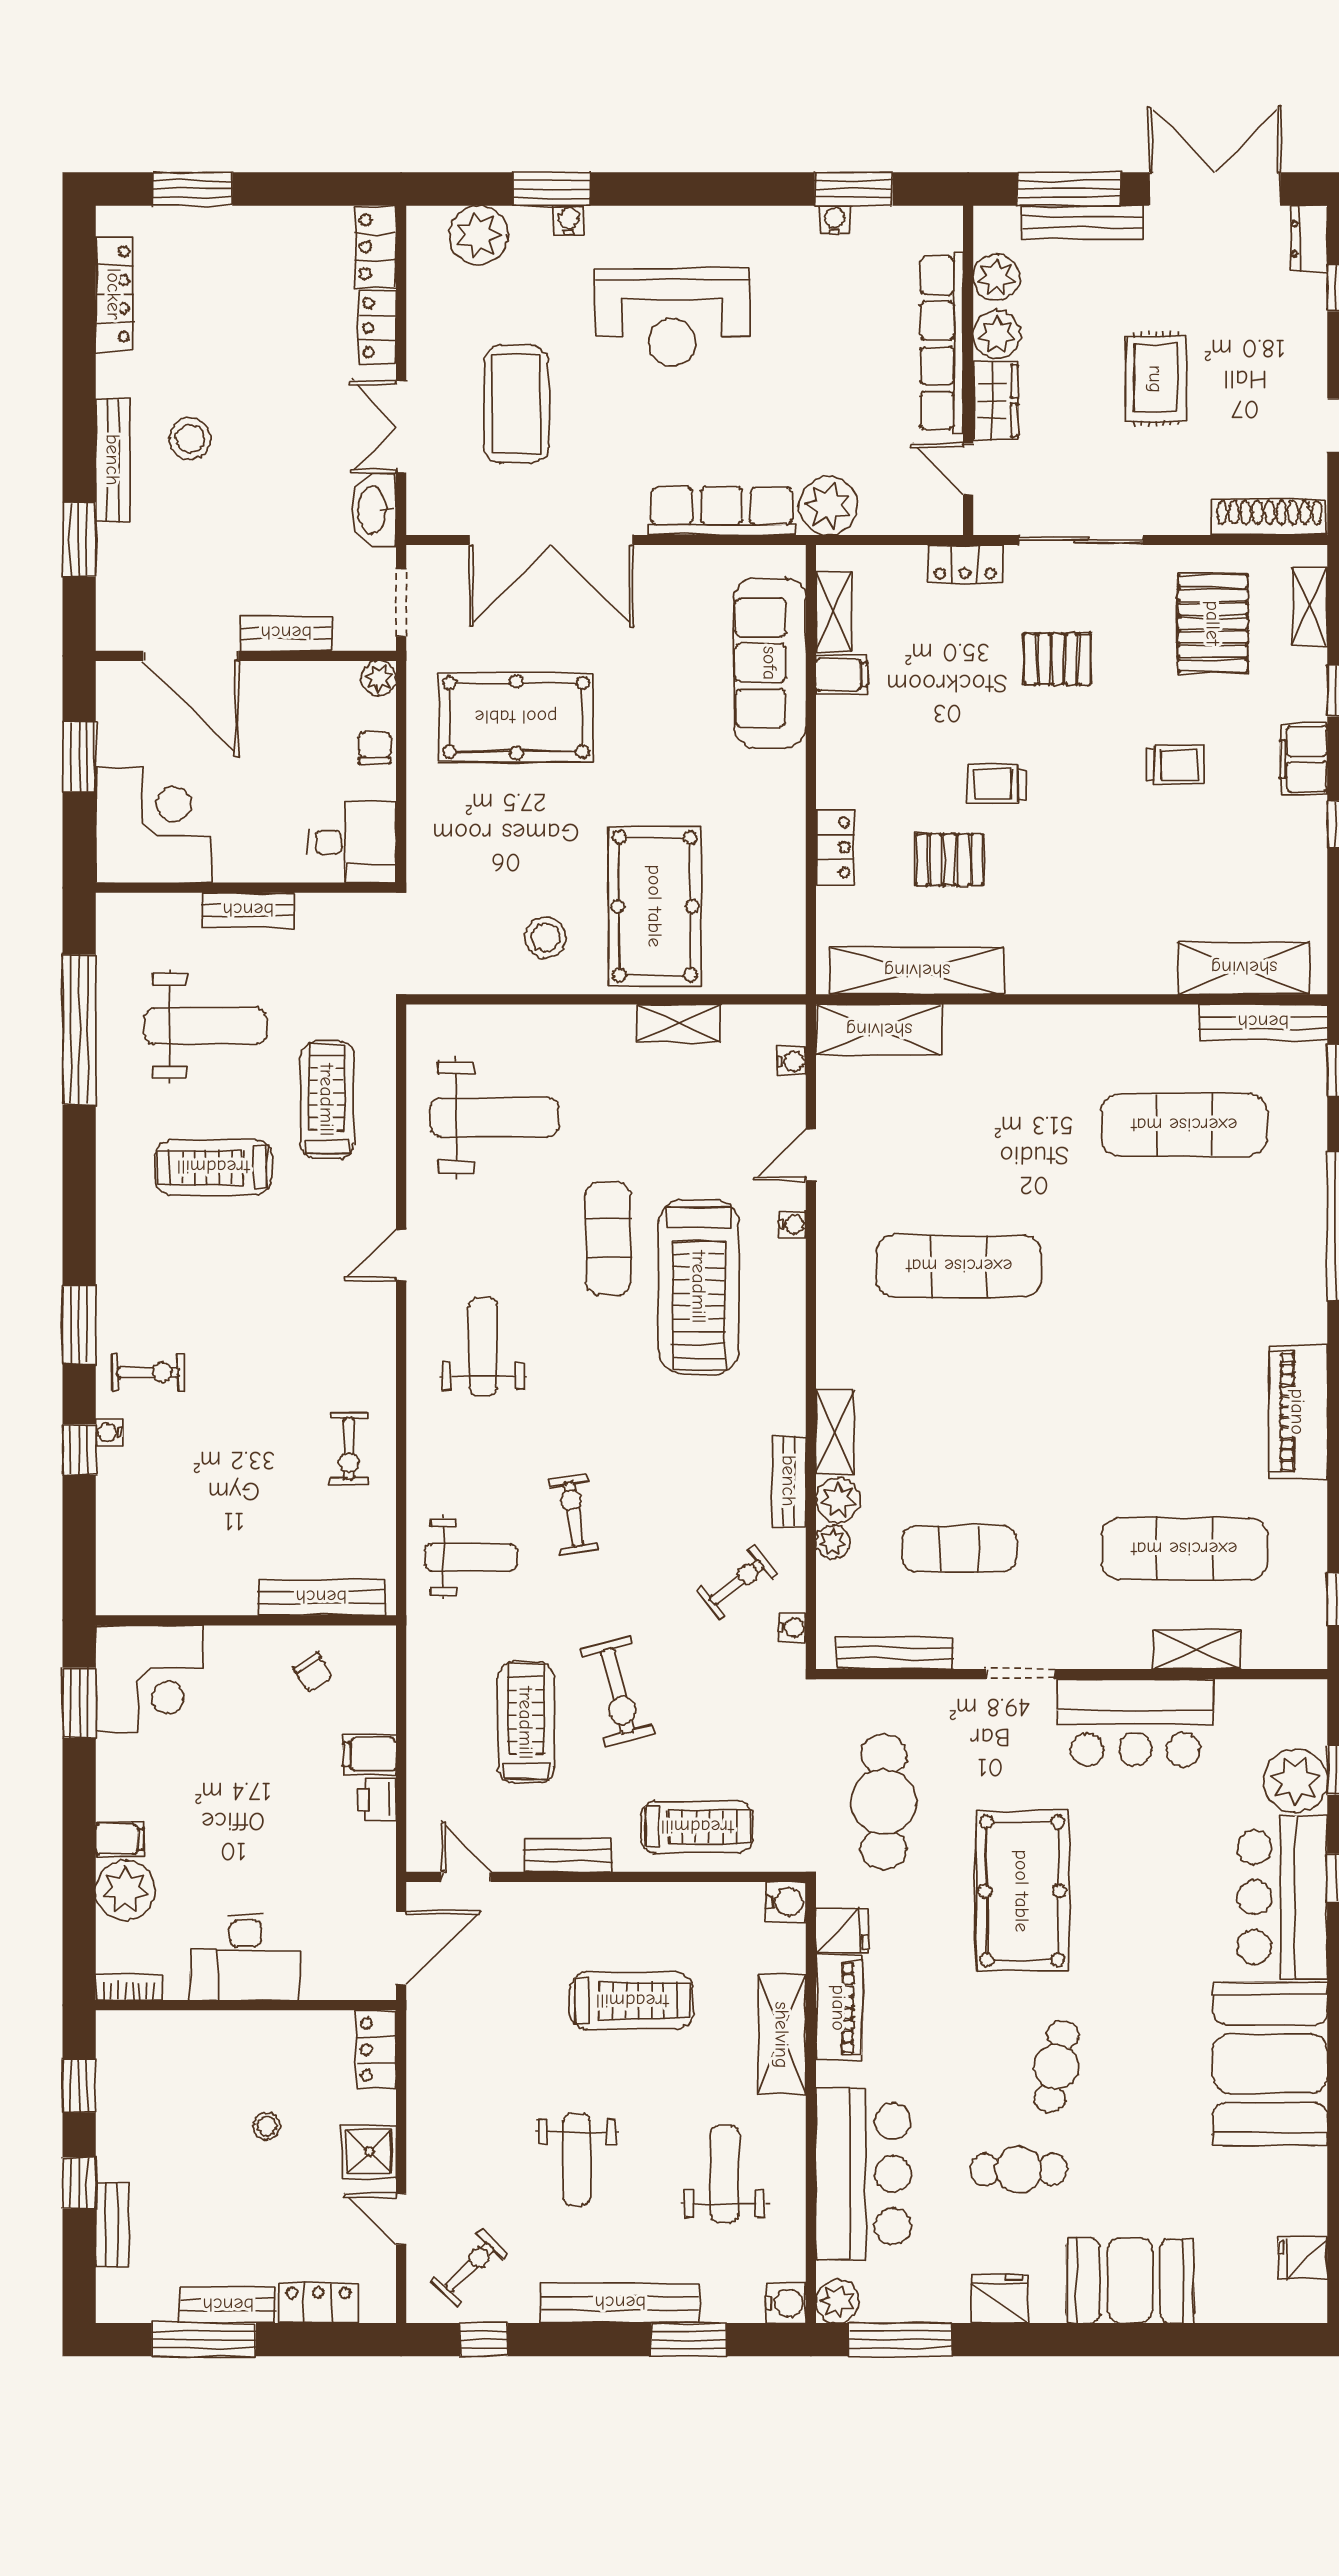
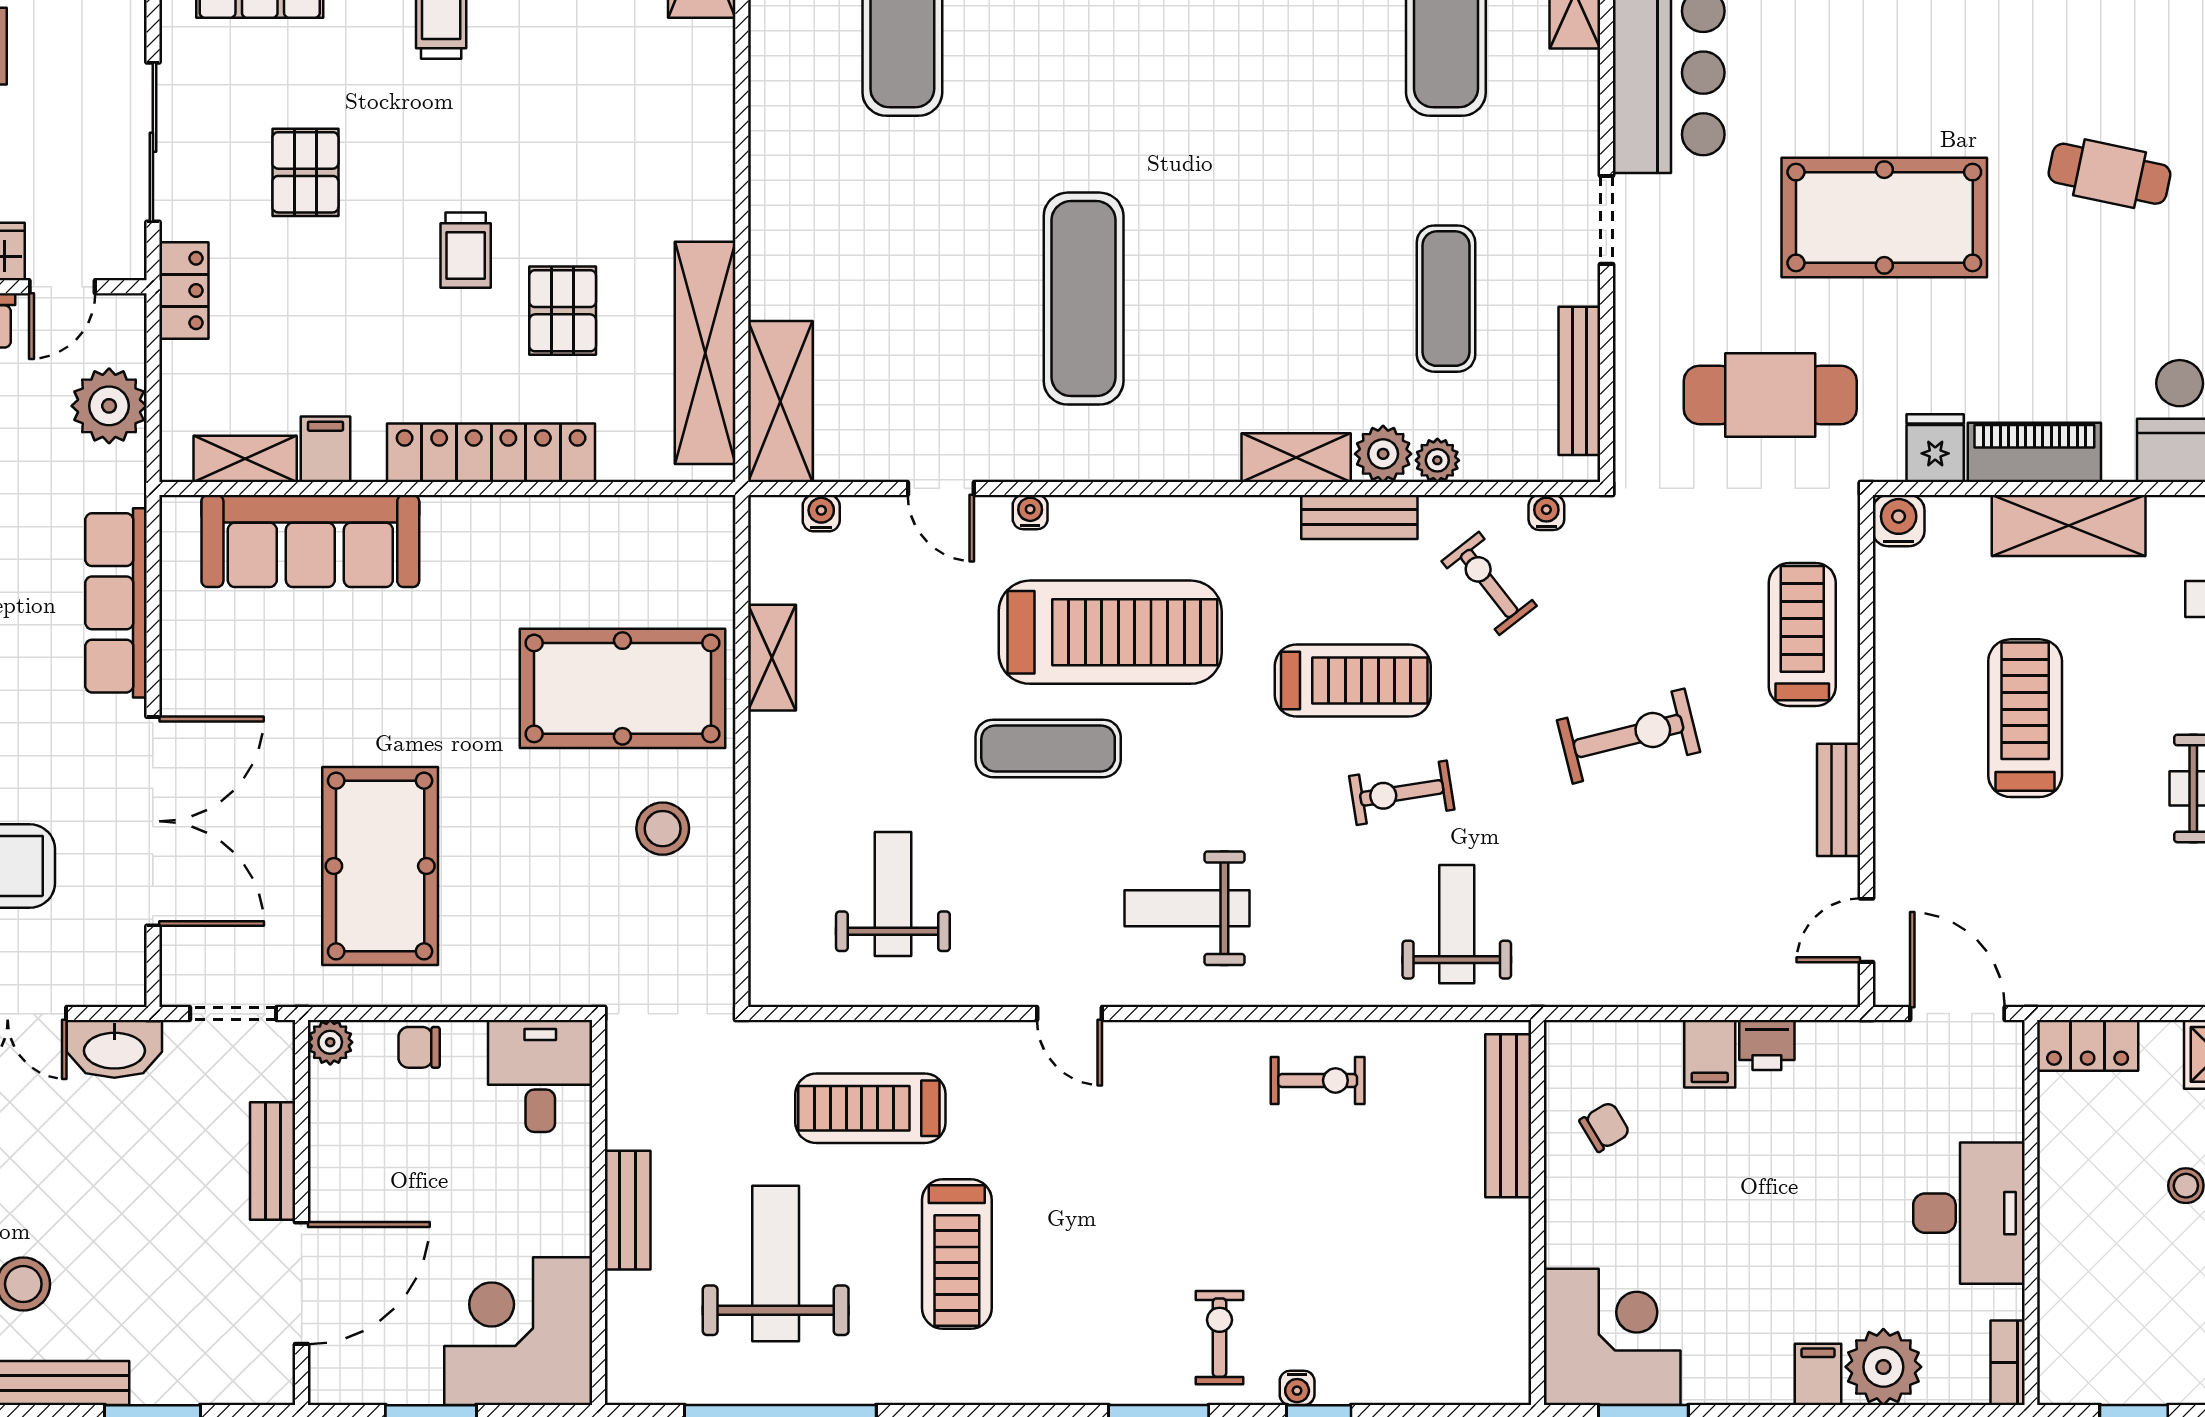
plant: (828, 506) -> (109, 406), moved
locker: (835, 847) -> (491, 453), width x2.16, depth x1.21
weight bench: (494, 1117) -> (893, 894), width x0.73, depth x0.75
treadmill: (526, 1723) -> (1353, 680), moved, turned 180

